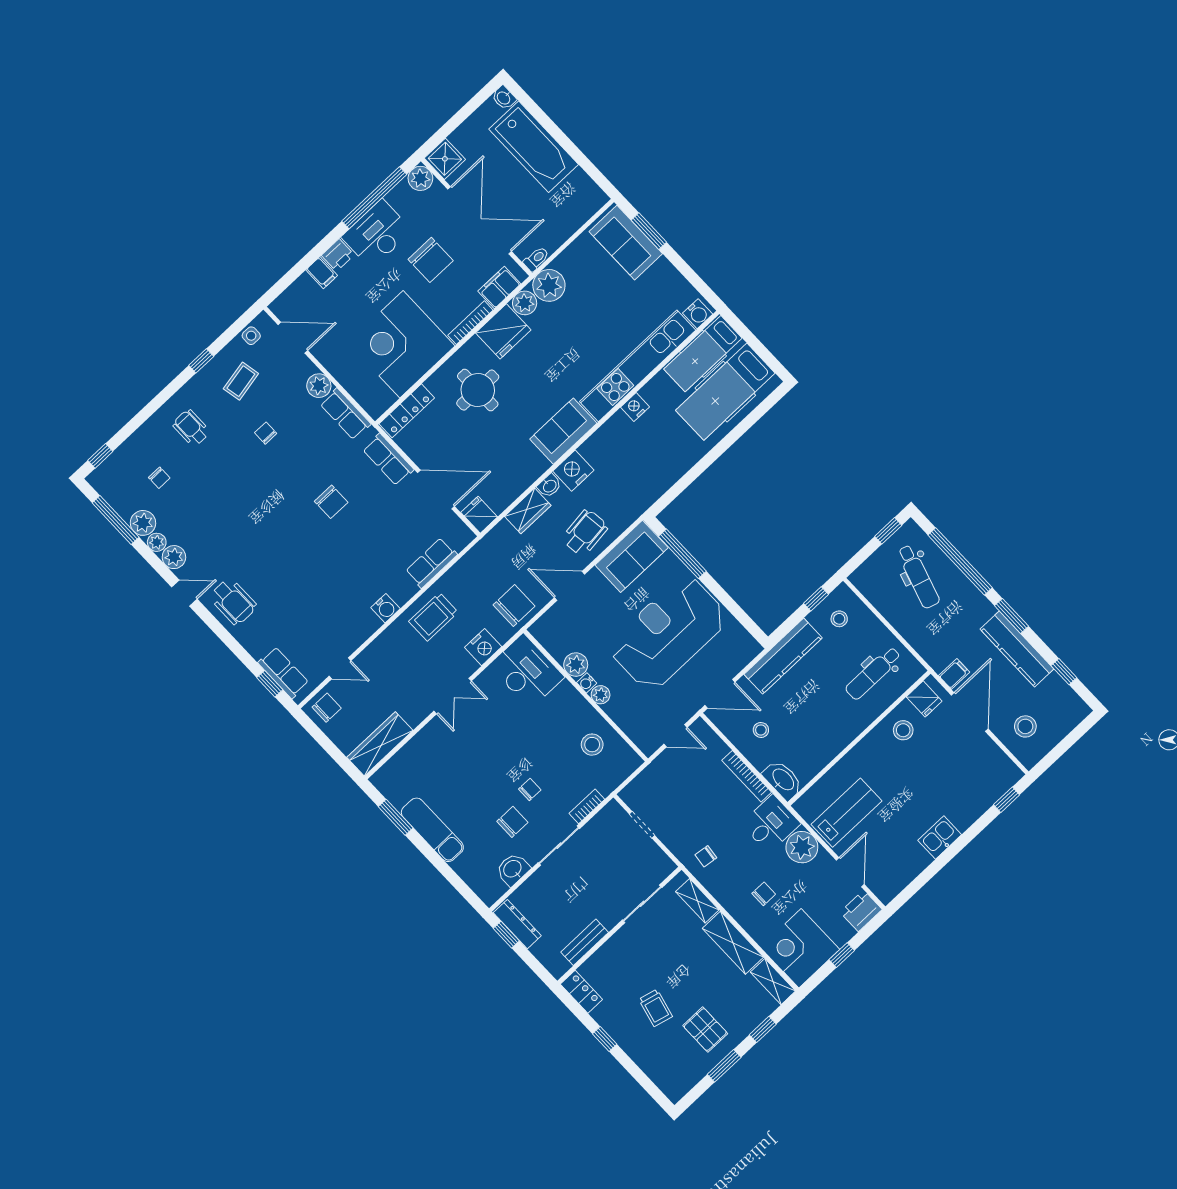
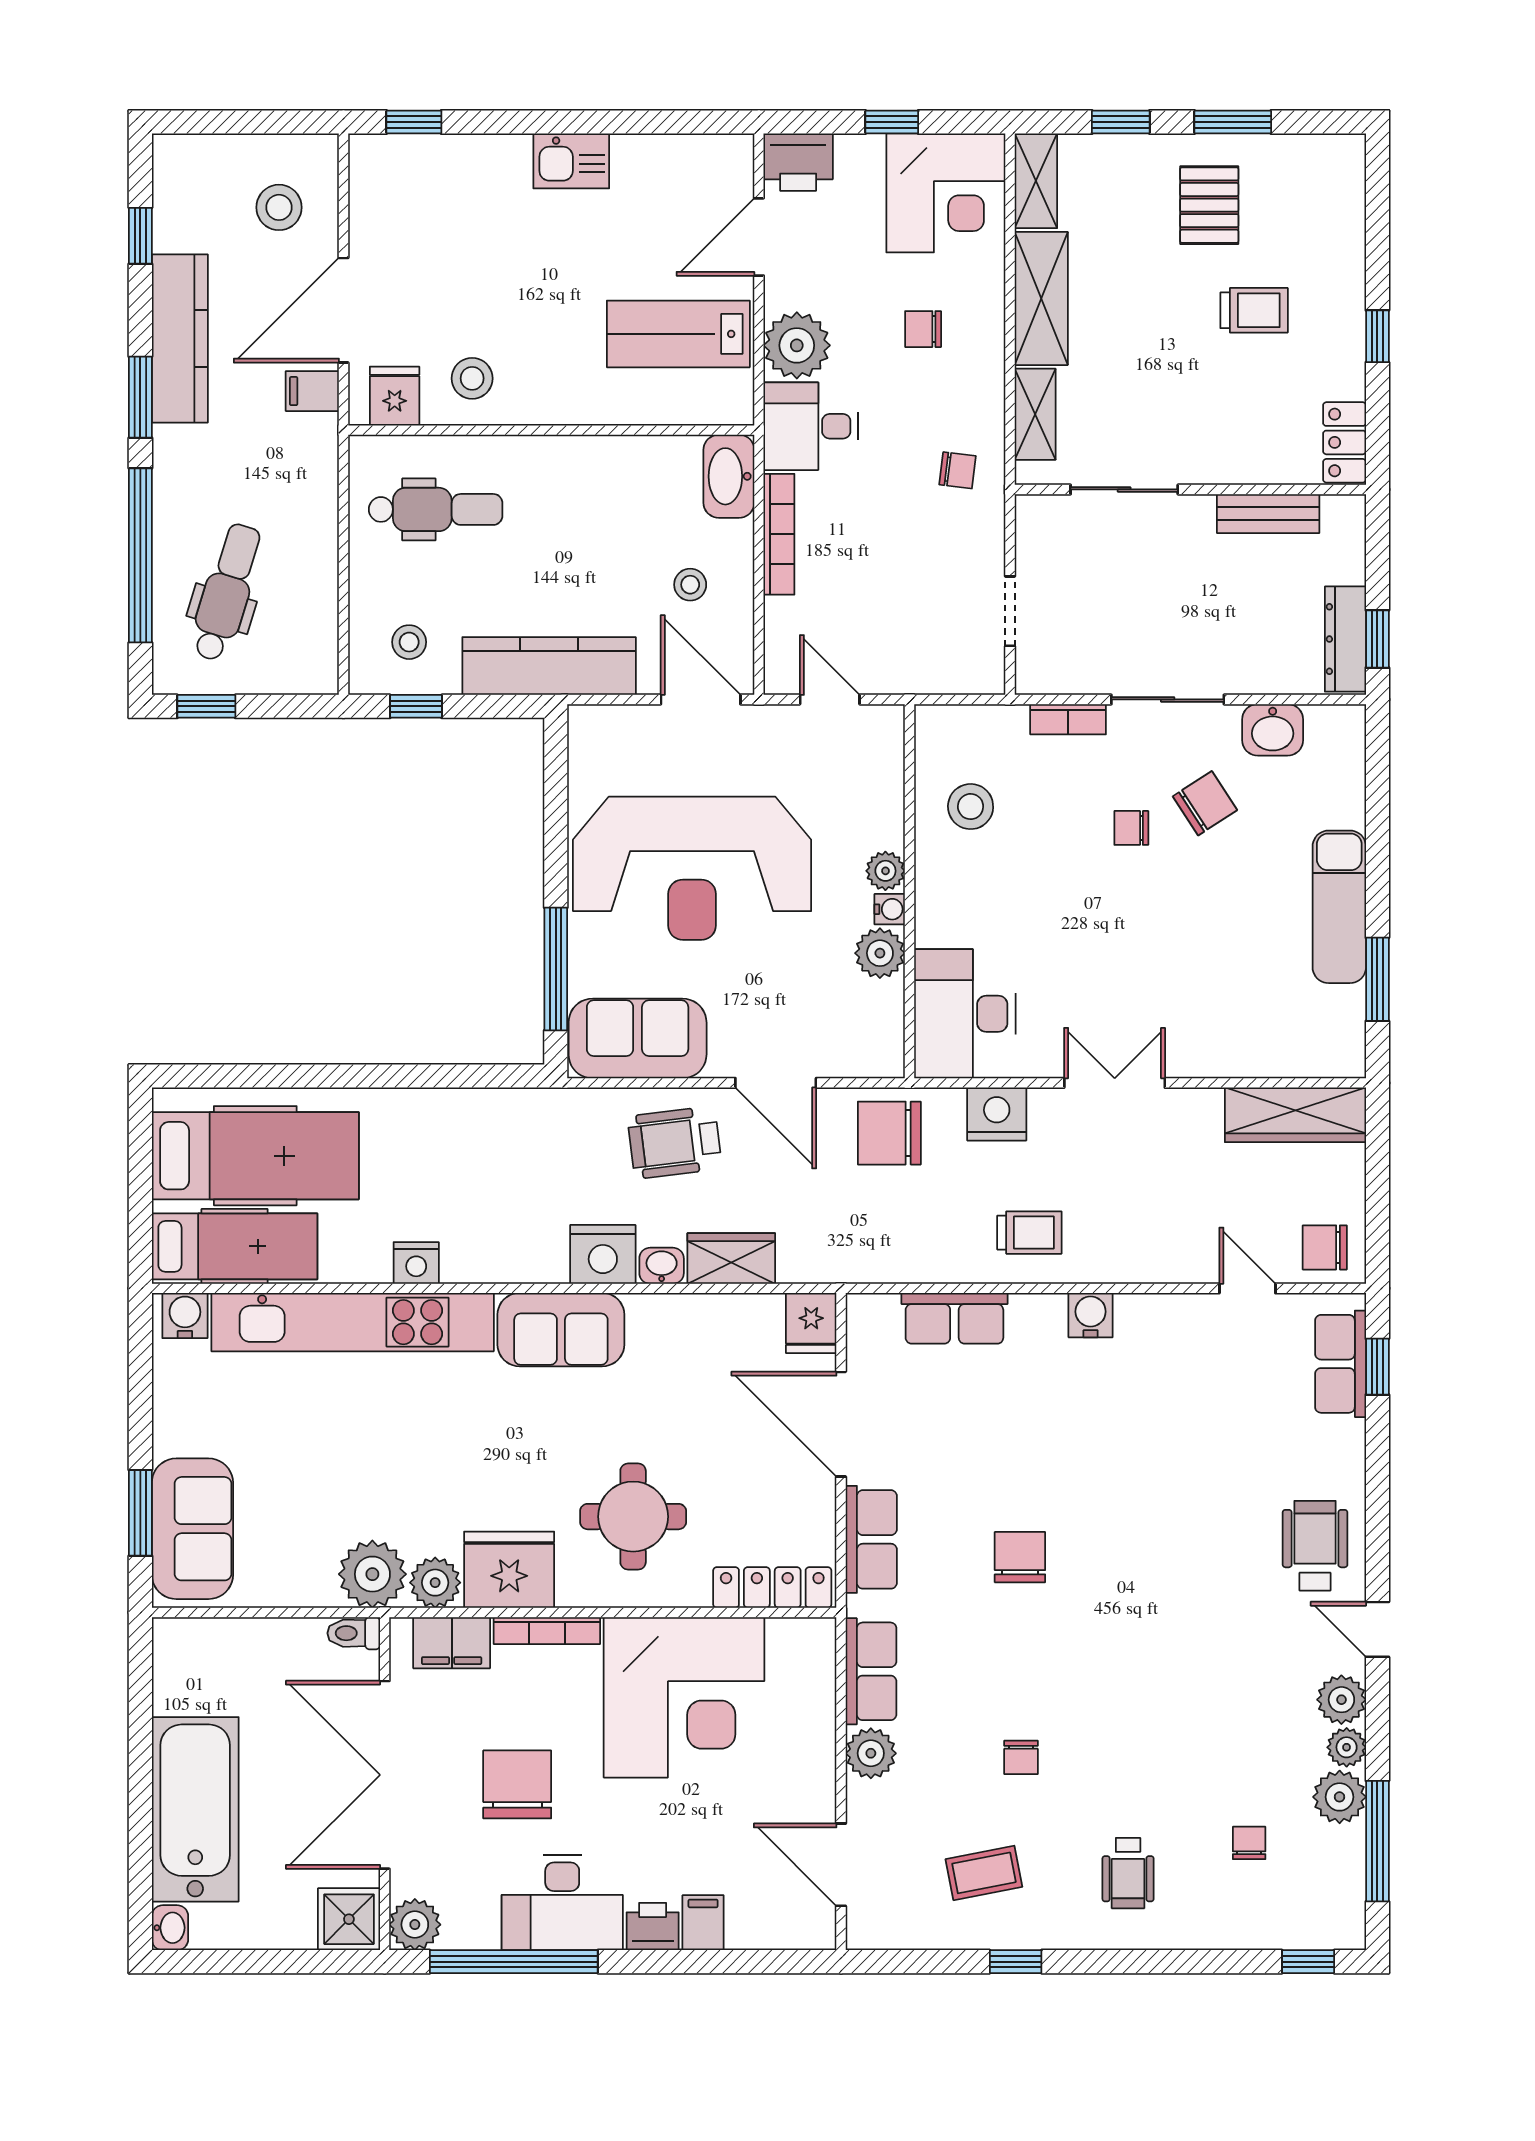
side table: (251, 336) -> (902, 1928), removed
trolley: (433, 617) -> (1029, 1233), width x0.73, depth x0.72
chair: (512, 822) -> (1205, 803), turned 147
trolley: (656, 1008) -> (1254, 310), turned 76

